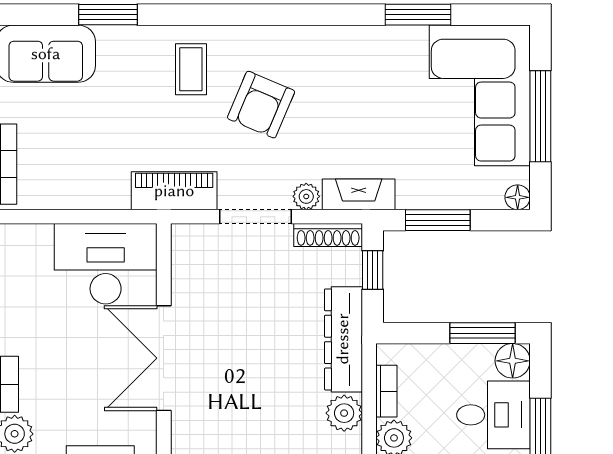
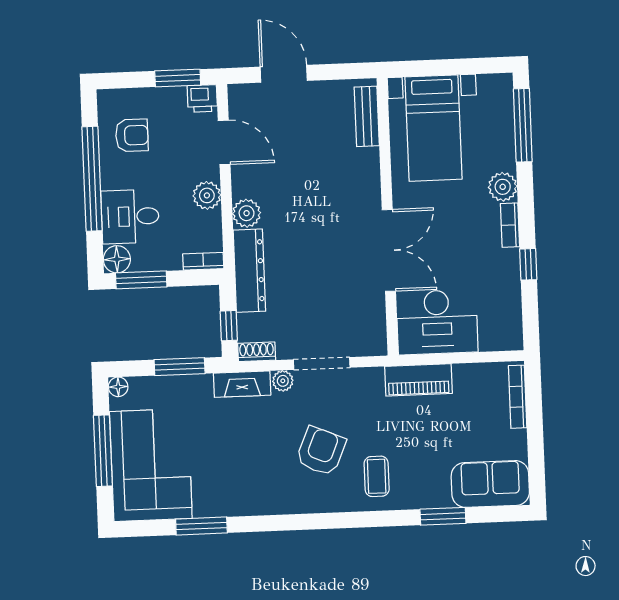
piano: (174, 191) -> (418, 380), moved
shoe rack: (328, 235) -> (257, 352), width x0.70
bookcase: (386, 391) -> (203, 261), moved, turned 90

